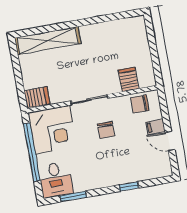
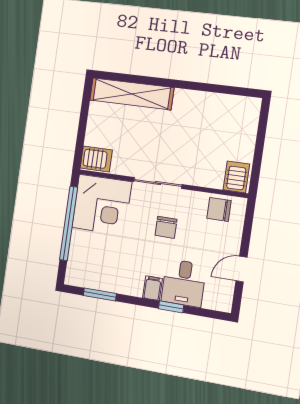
server rack: (128, 79) -> (236, 177), moved
filing cabinet: (155, 127) -> (152, 288), moved, turned 90
door: (170, 141) -> (241, 269), hinge flipped
desk: (56, 180) -> (184, 283), moved

